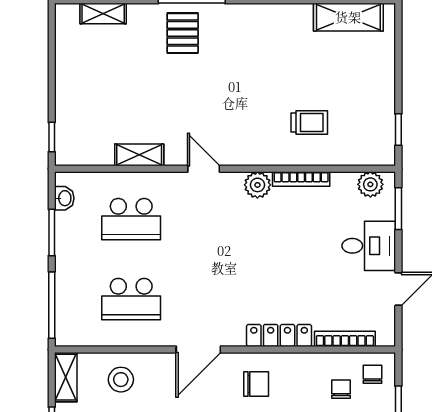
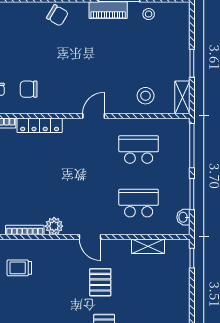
pallet: (188, 101) -> (100, 282), added
shelving: (139, 155) -> (148, 246), moved
door: (198, 349) -> (94, 116), width x0.73
chair: (256, 384) -> (29, 89), moved

